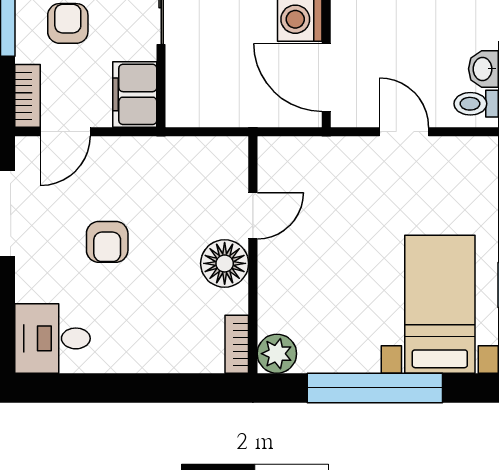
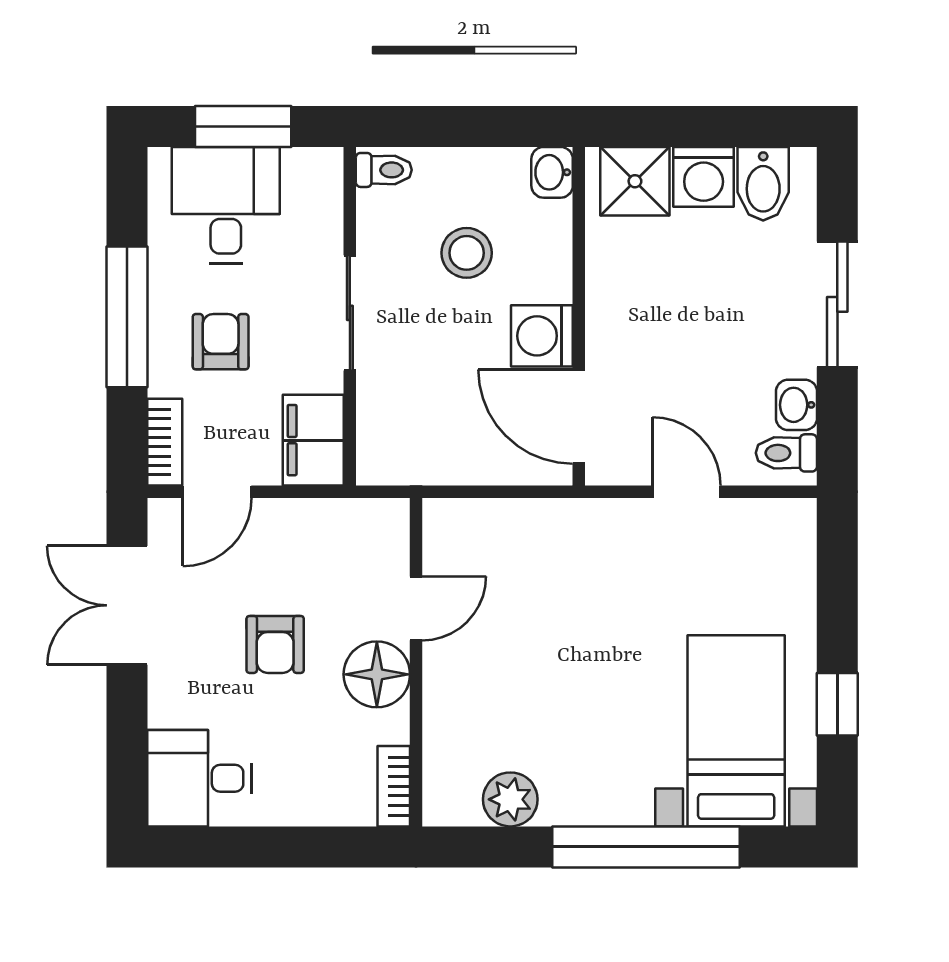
door: (253, 216) -> (416, 608), moved
wall: (253, 255) -> (416, 662), moved
floor lamp: (225, 263) -> (377, 674), moved
bookcase: (237, 344) -> (394, 786), moved

